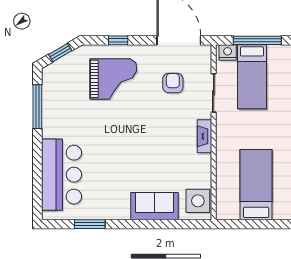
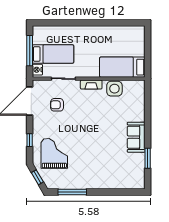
grand piano: (113, 79) -> (54, 153), moved
bar counter: (62, 175) -> (116, 176), removed
bed: (256, 185) -> (122, 67), moved
side table: (198, 201) -> (114, 89), moved
sofa: (155, 206) -> (136, 137), moved

